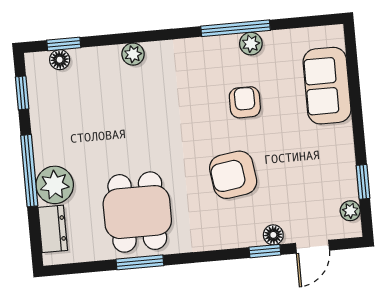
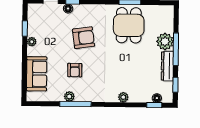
plant: (350, 211) -> (32, 42), moved
dresser: (53, 229) -> (167, 66), moved, width x1.44

